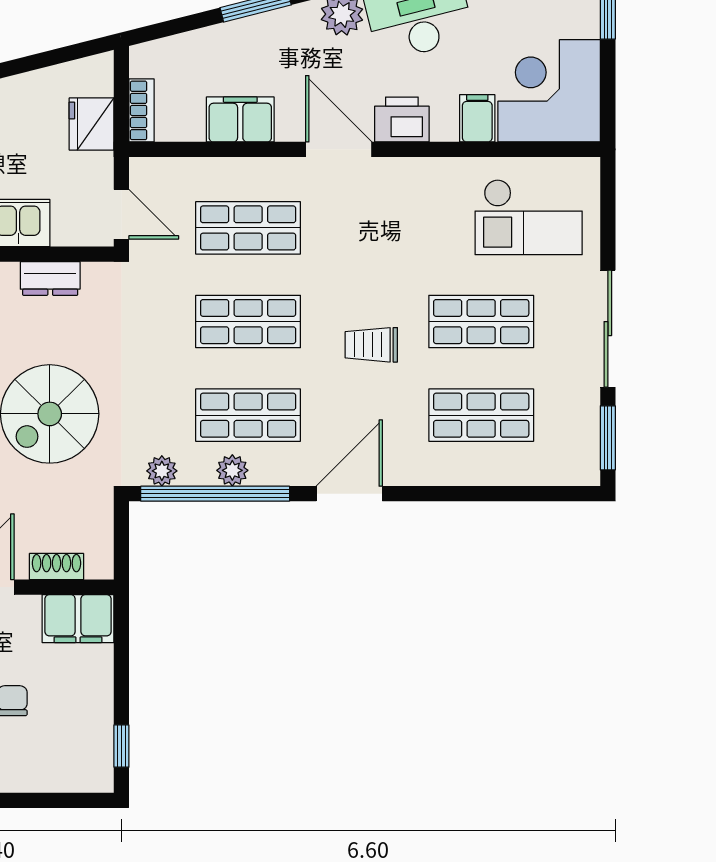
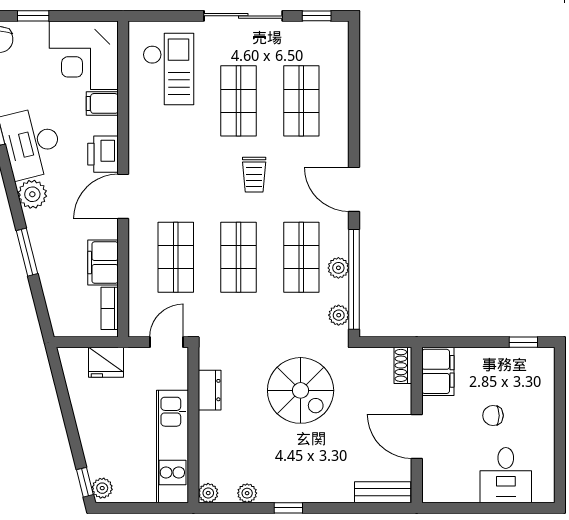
bookcase: (142, 110) -> (110, 308), moved, turned -90
window: (608, 438) -> (317, 16), width x0.67
shoe rack: (56, 567) -> (403, 365), moved

